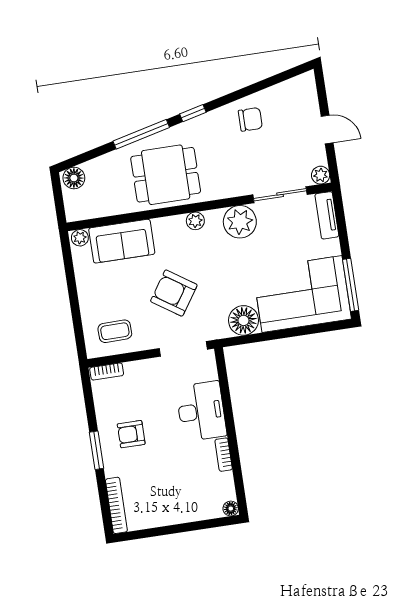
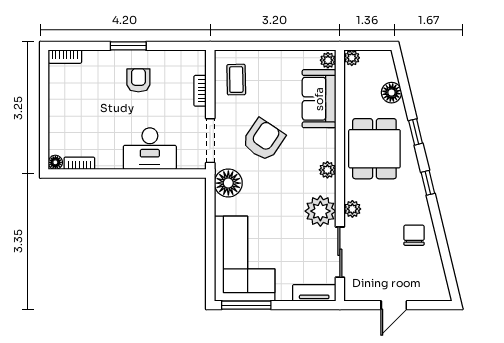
chair: (250, 119) -> (414, 235), turned 180
window: (141, 134) -> (416, 132), width x0.46
plant: (321, 175) -> (352, 209), moved
floor lamp: (74, 178) -> (391, 93), moved
plant: (73, 213) -> (352, 58), added
floor lamp: (244, 320) -> (228, 183), moved
bookcase: (107, 371) -> (200, 91), moved
bookcase: (224, 455) -> (79, 163), moved
bookcase: (116, 505) -> (65, 57), width x0.64

